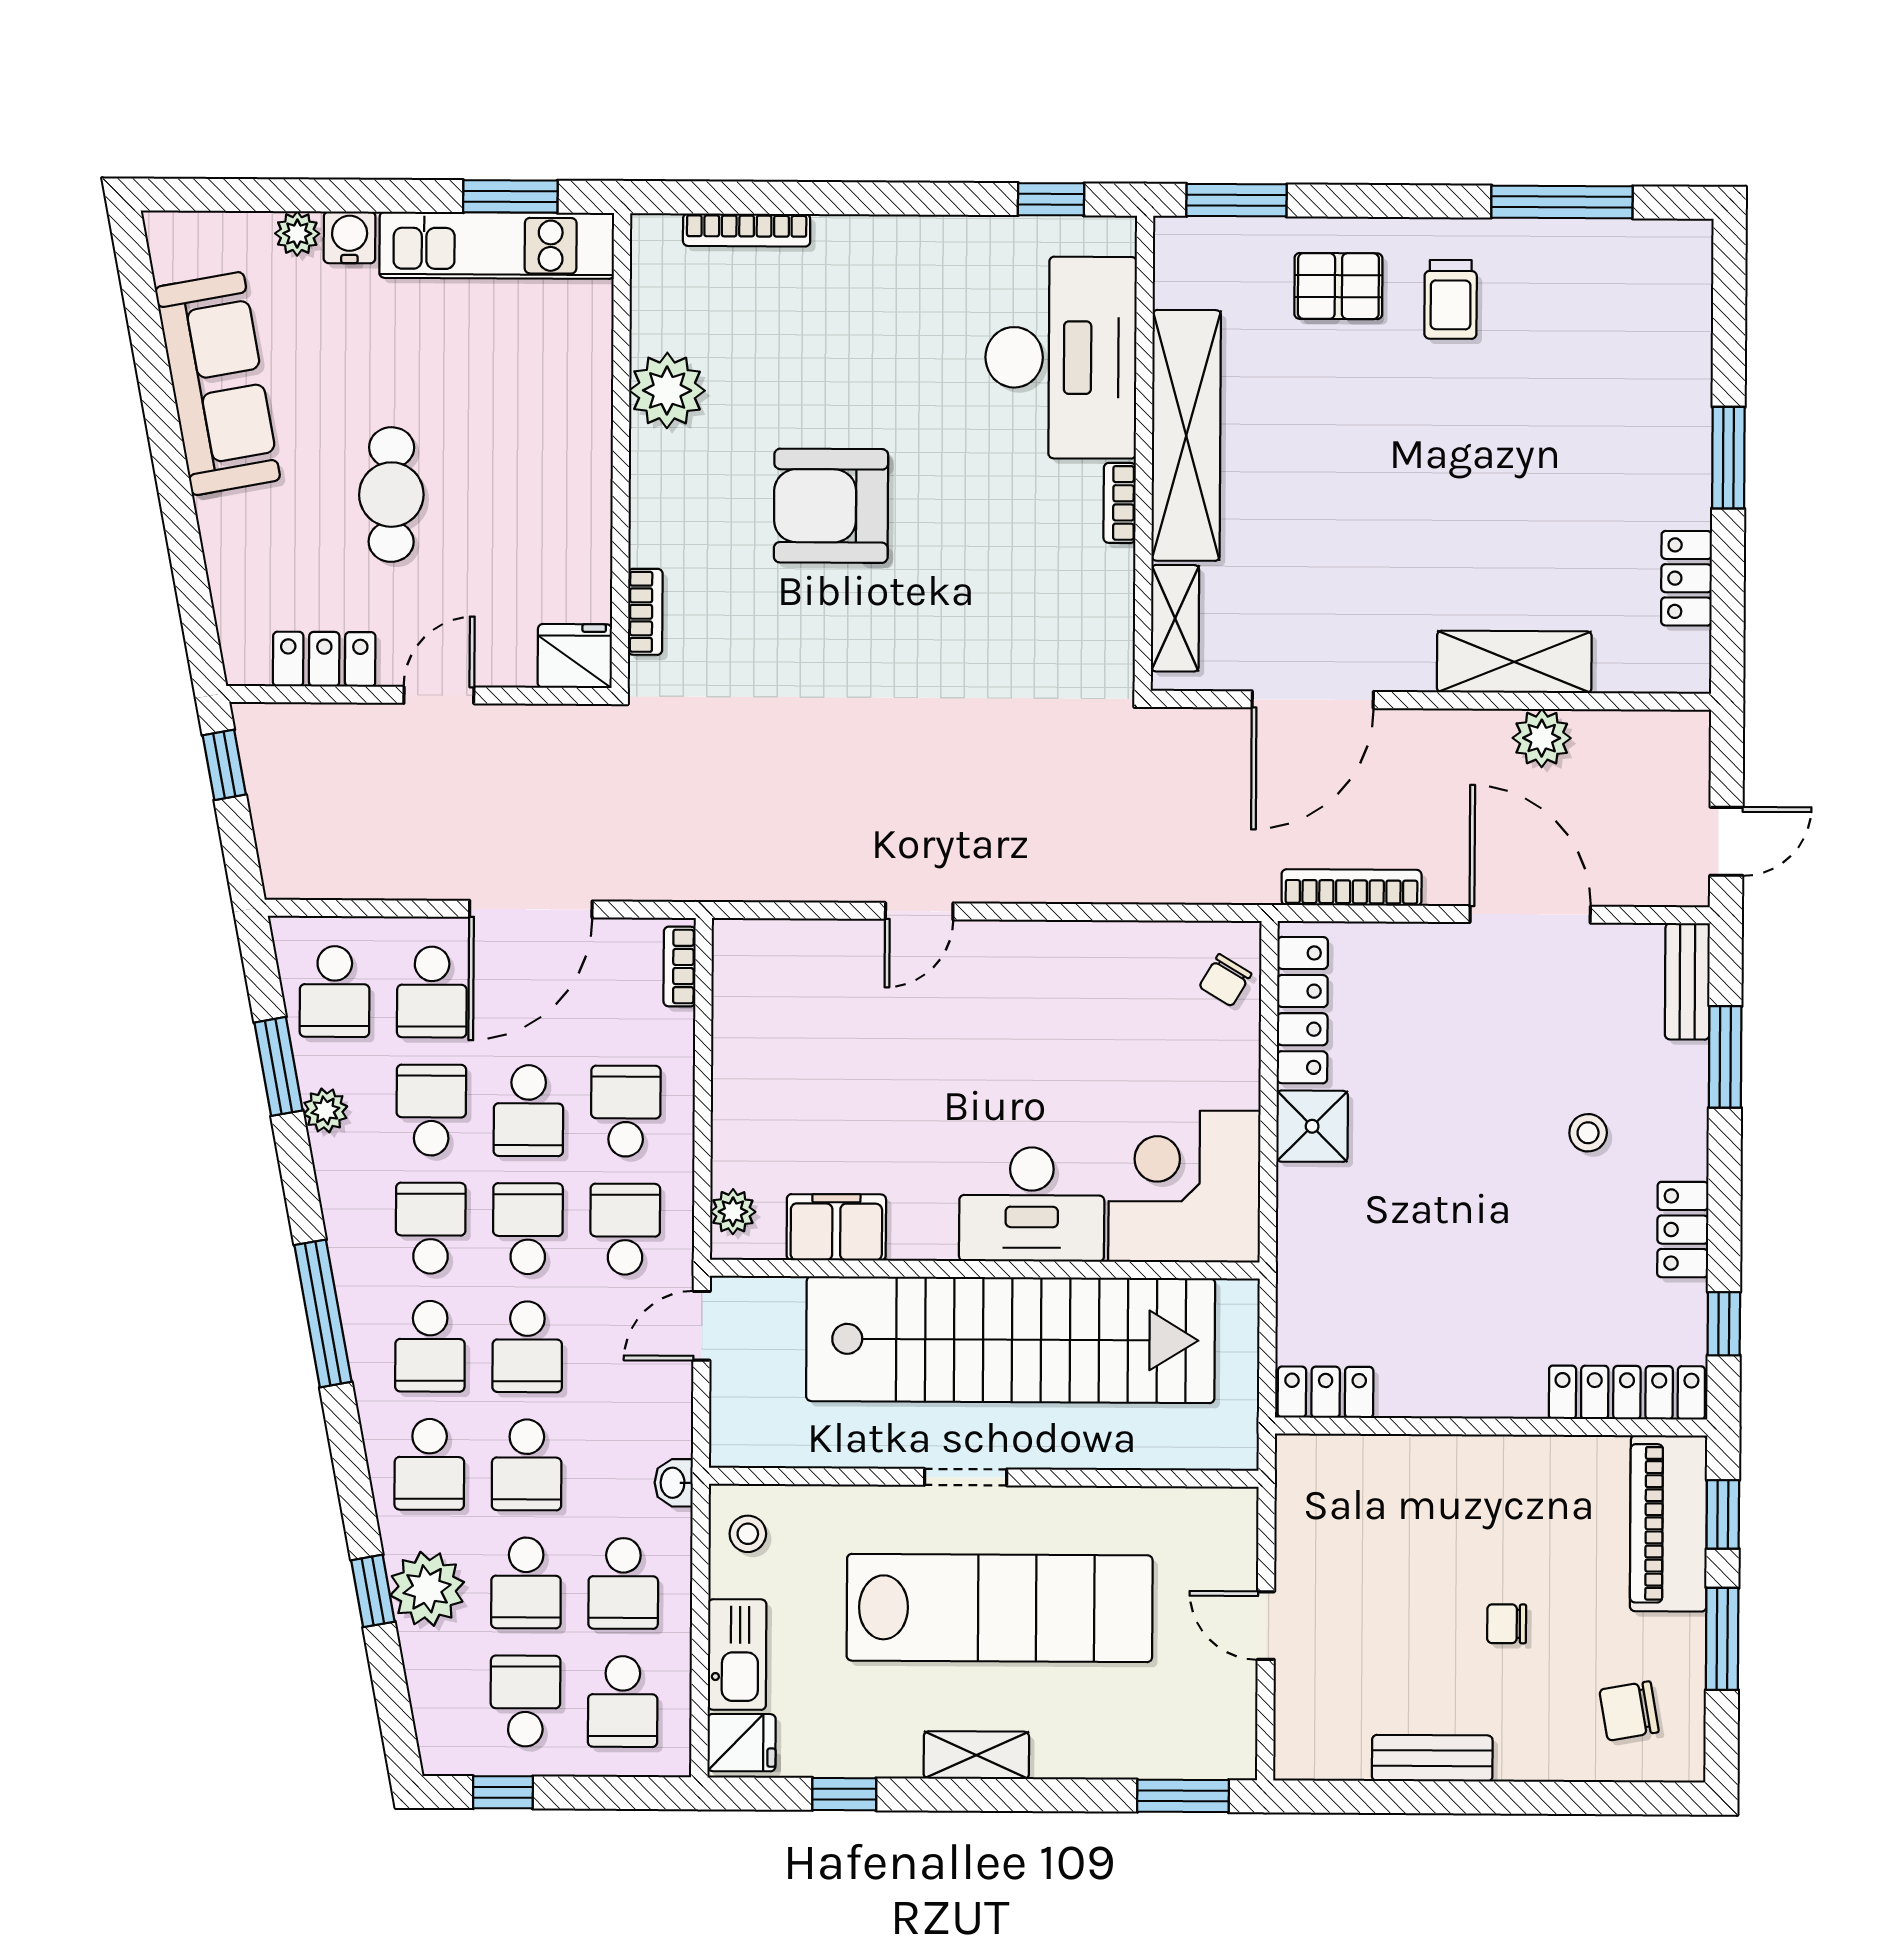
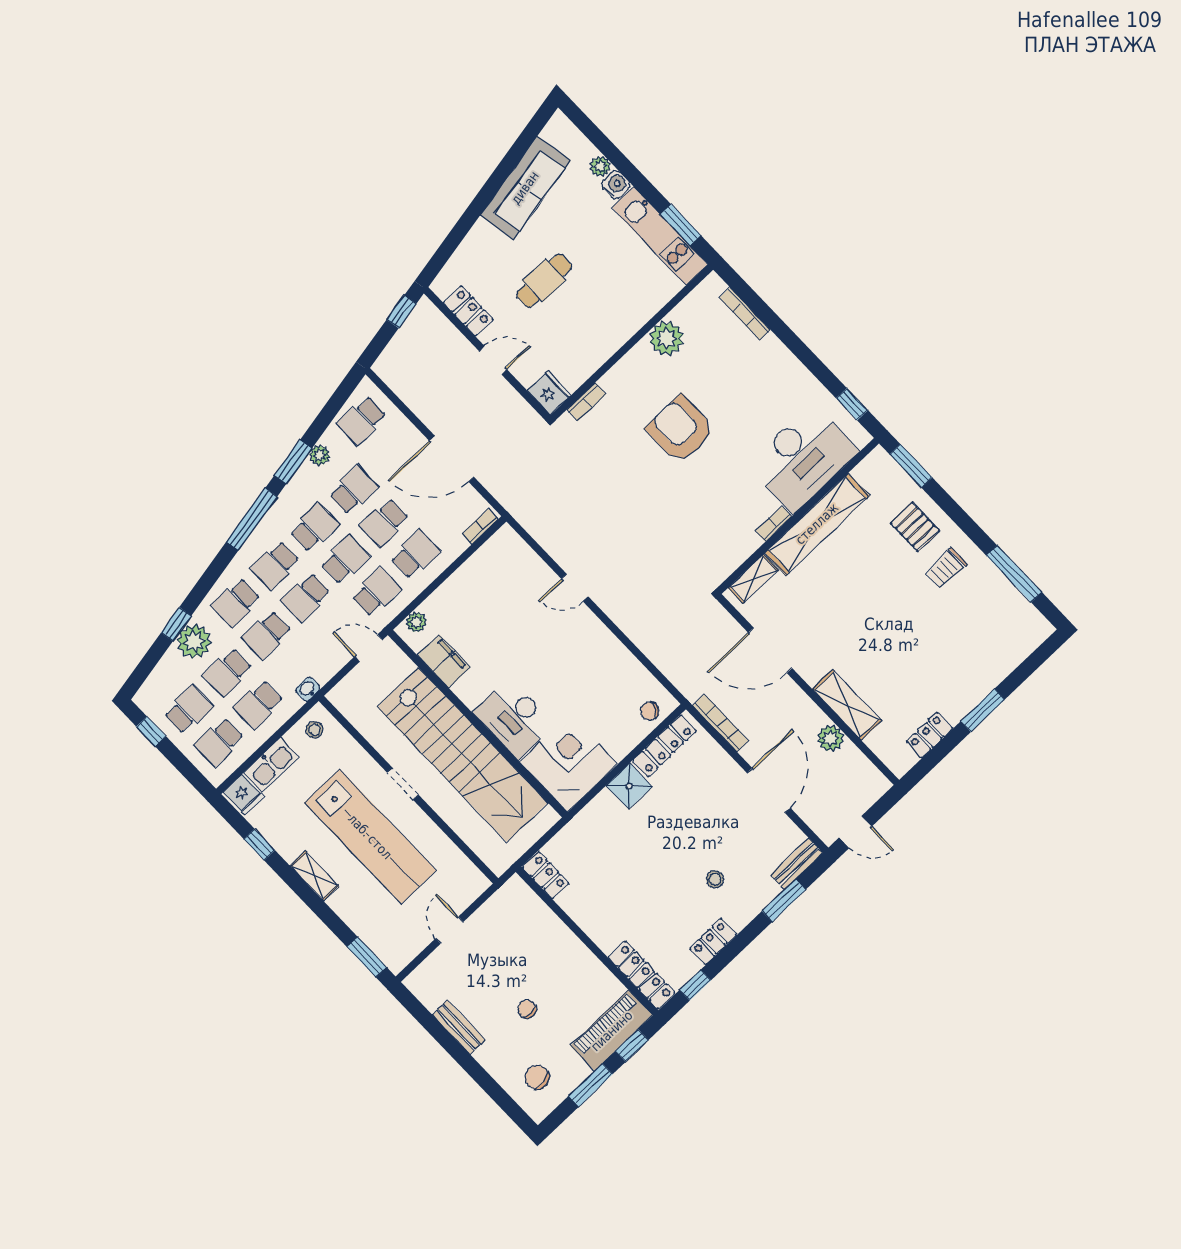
school desk: (432, 992) -> (393, 453), removed
window: (278, 1066) -> (293, 462), moved

